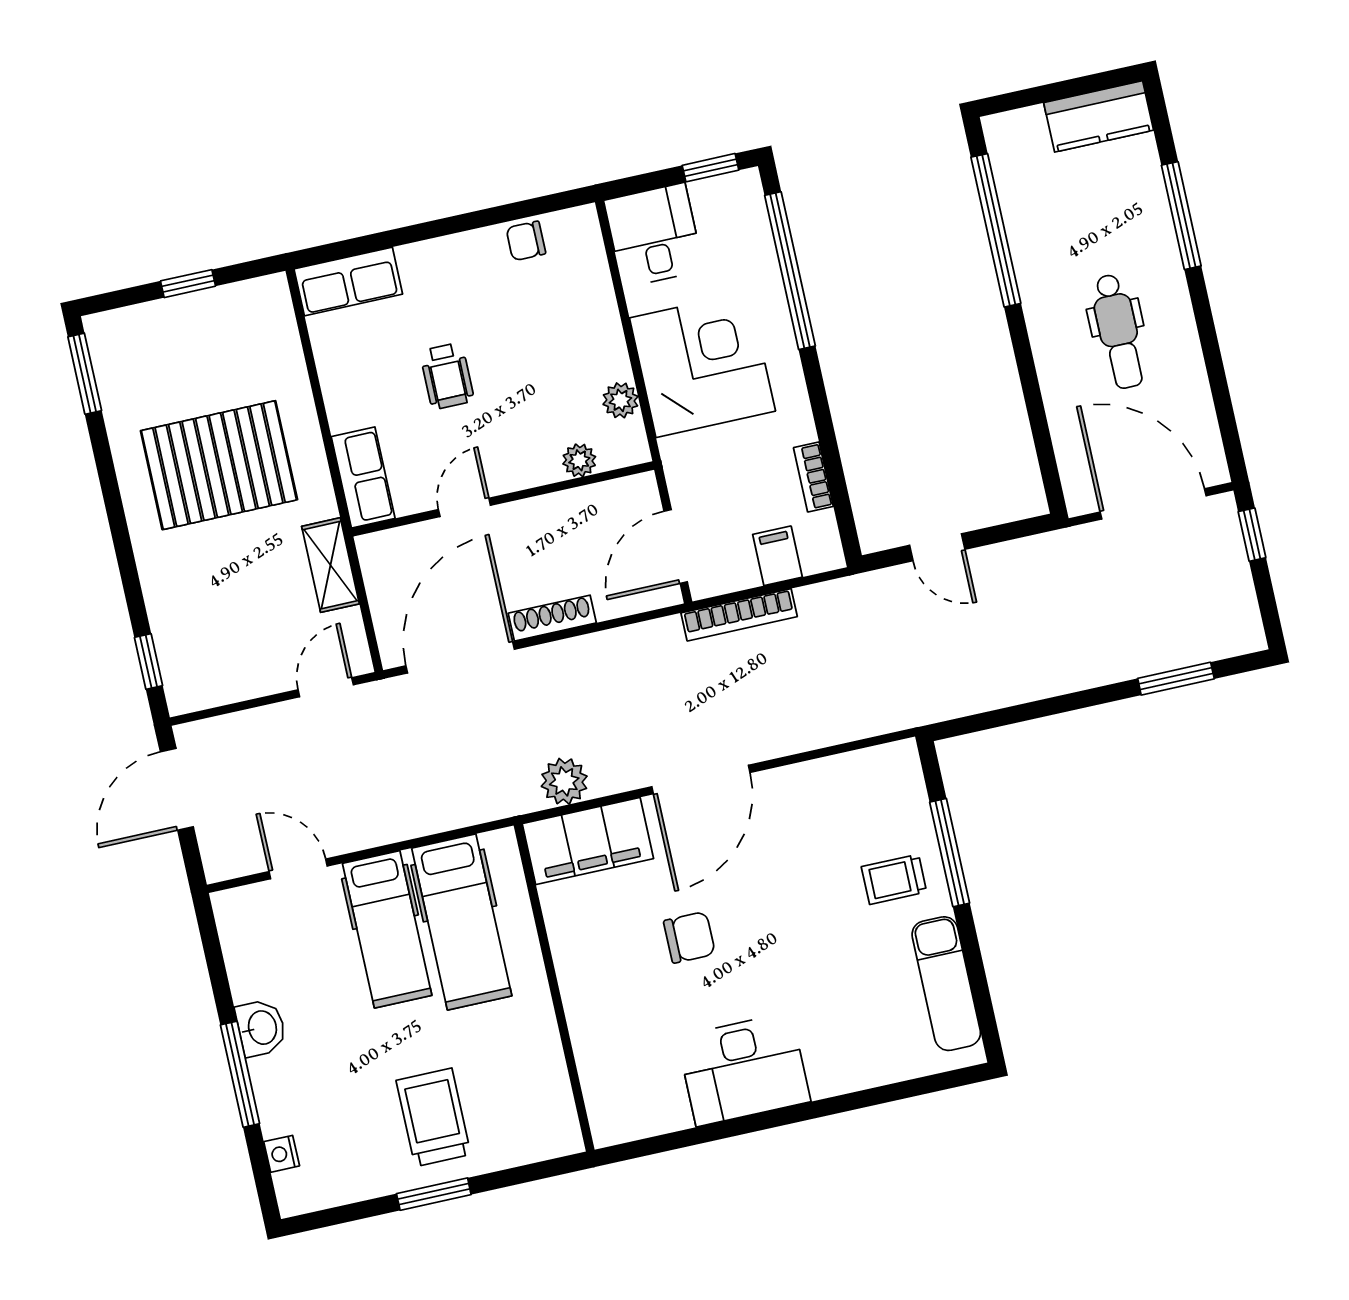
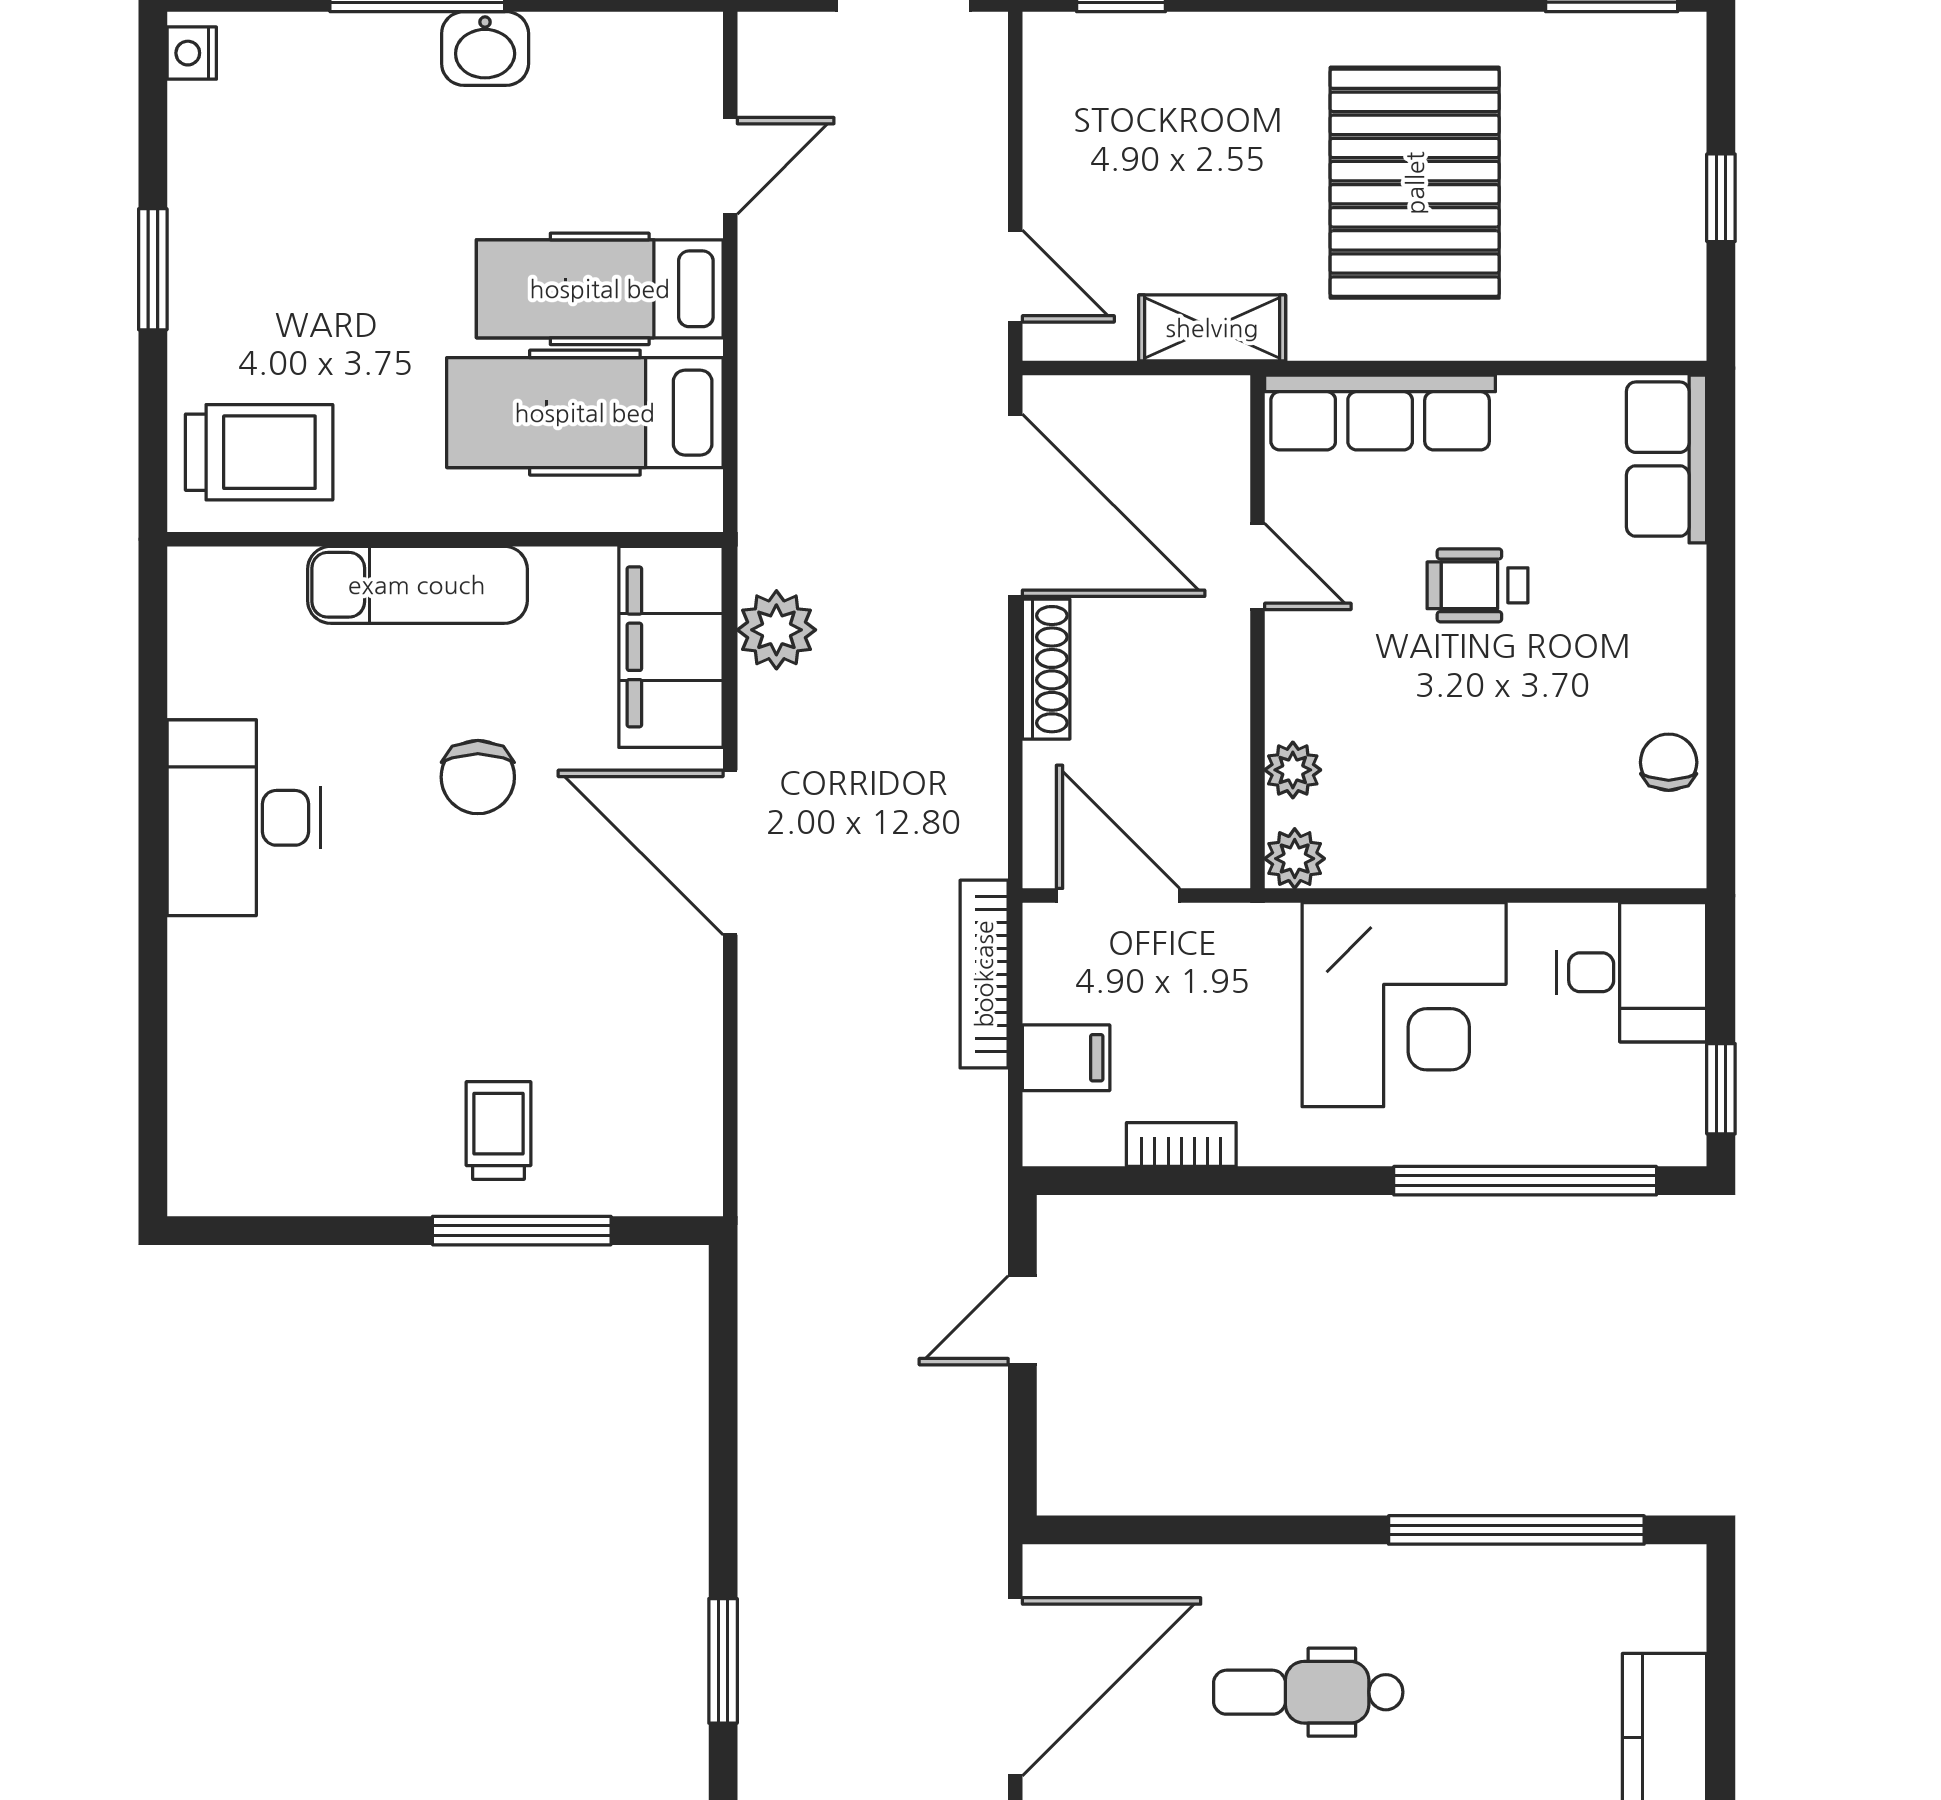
plant: (620, 400) -> (1295, 859), moved
row of seats: (363, 477) -> (1380, 413), width x1.48
exam couch: (946, 984) -> (417, 585), moved, turned 180
trolley: (434, 1117) -> (259, 452), moved
nightstand: (282, 1154) -> (192, 53), moved, turned -90

